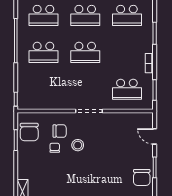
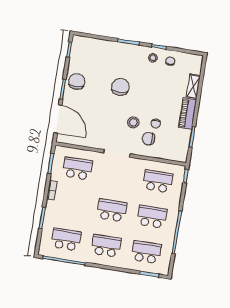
school desk: (43, 89) -> (158, 181), added
chair: (29, 132) -> (120, 87), moved
door: (155, 136) -> (58, 119), width x1.88
piano: (24, 163) -> (187, 114), added

